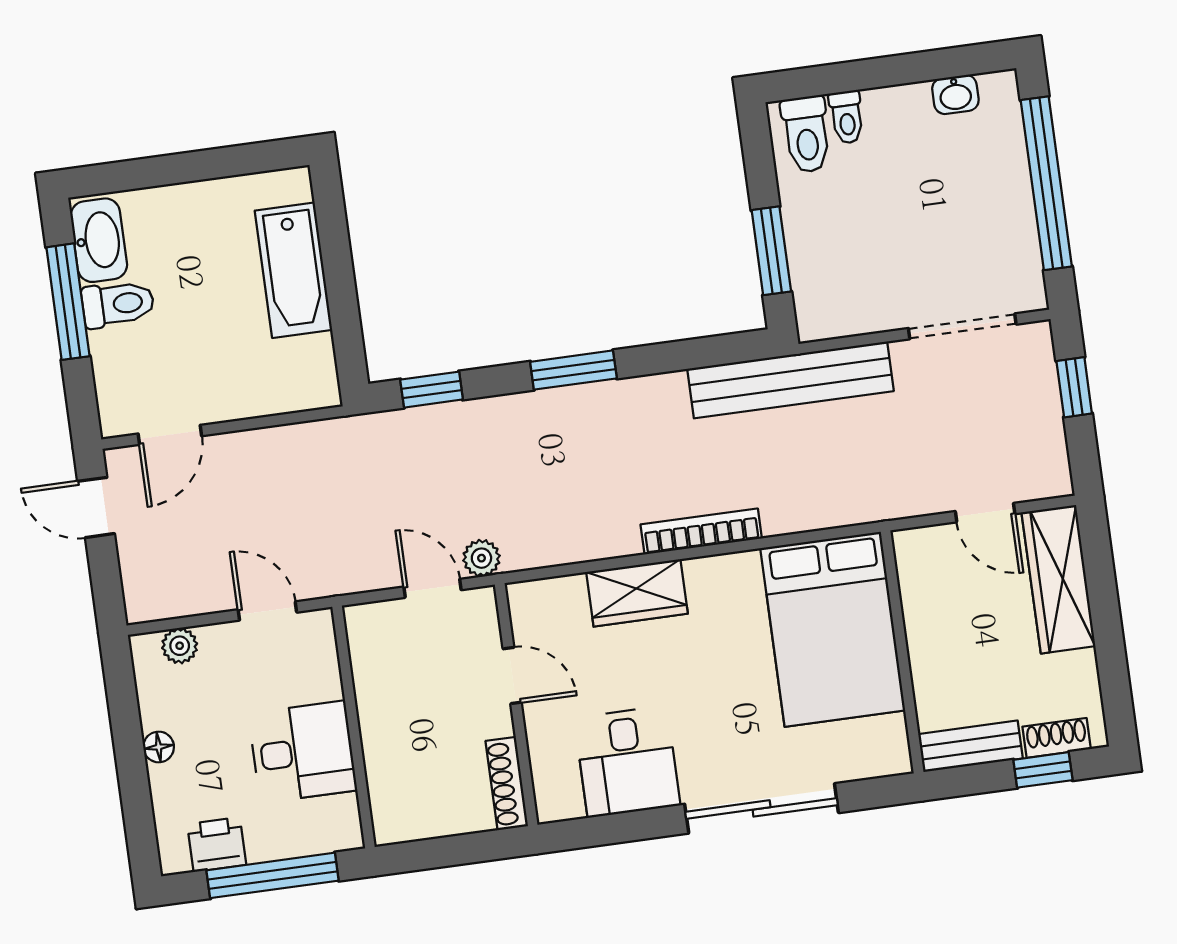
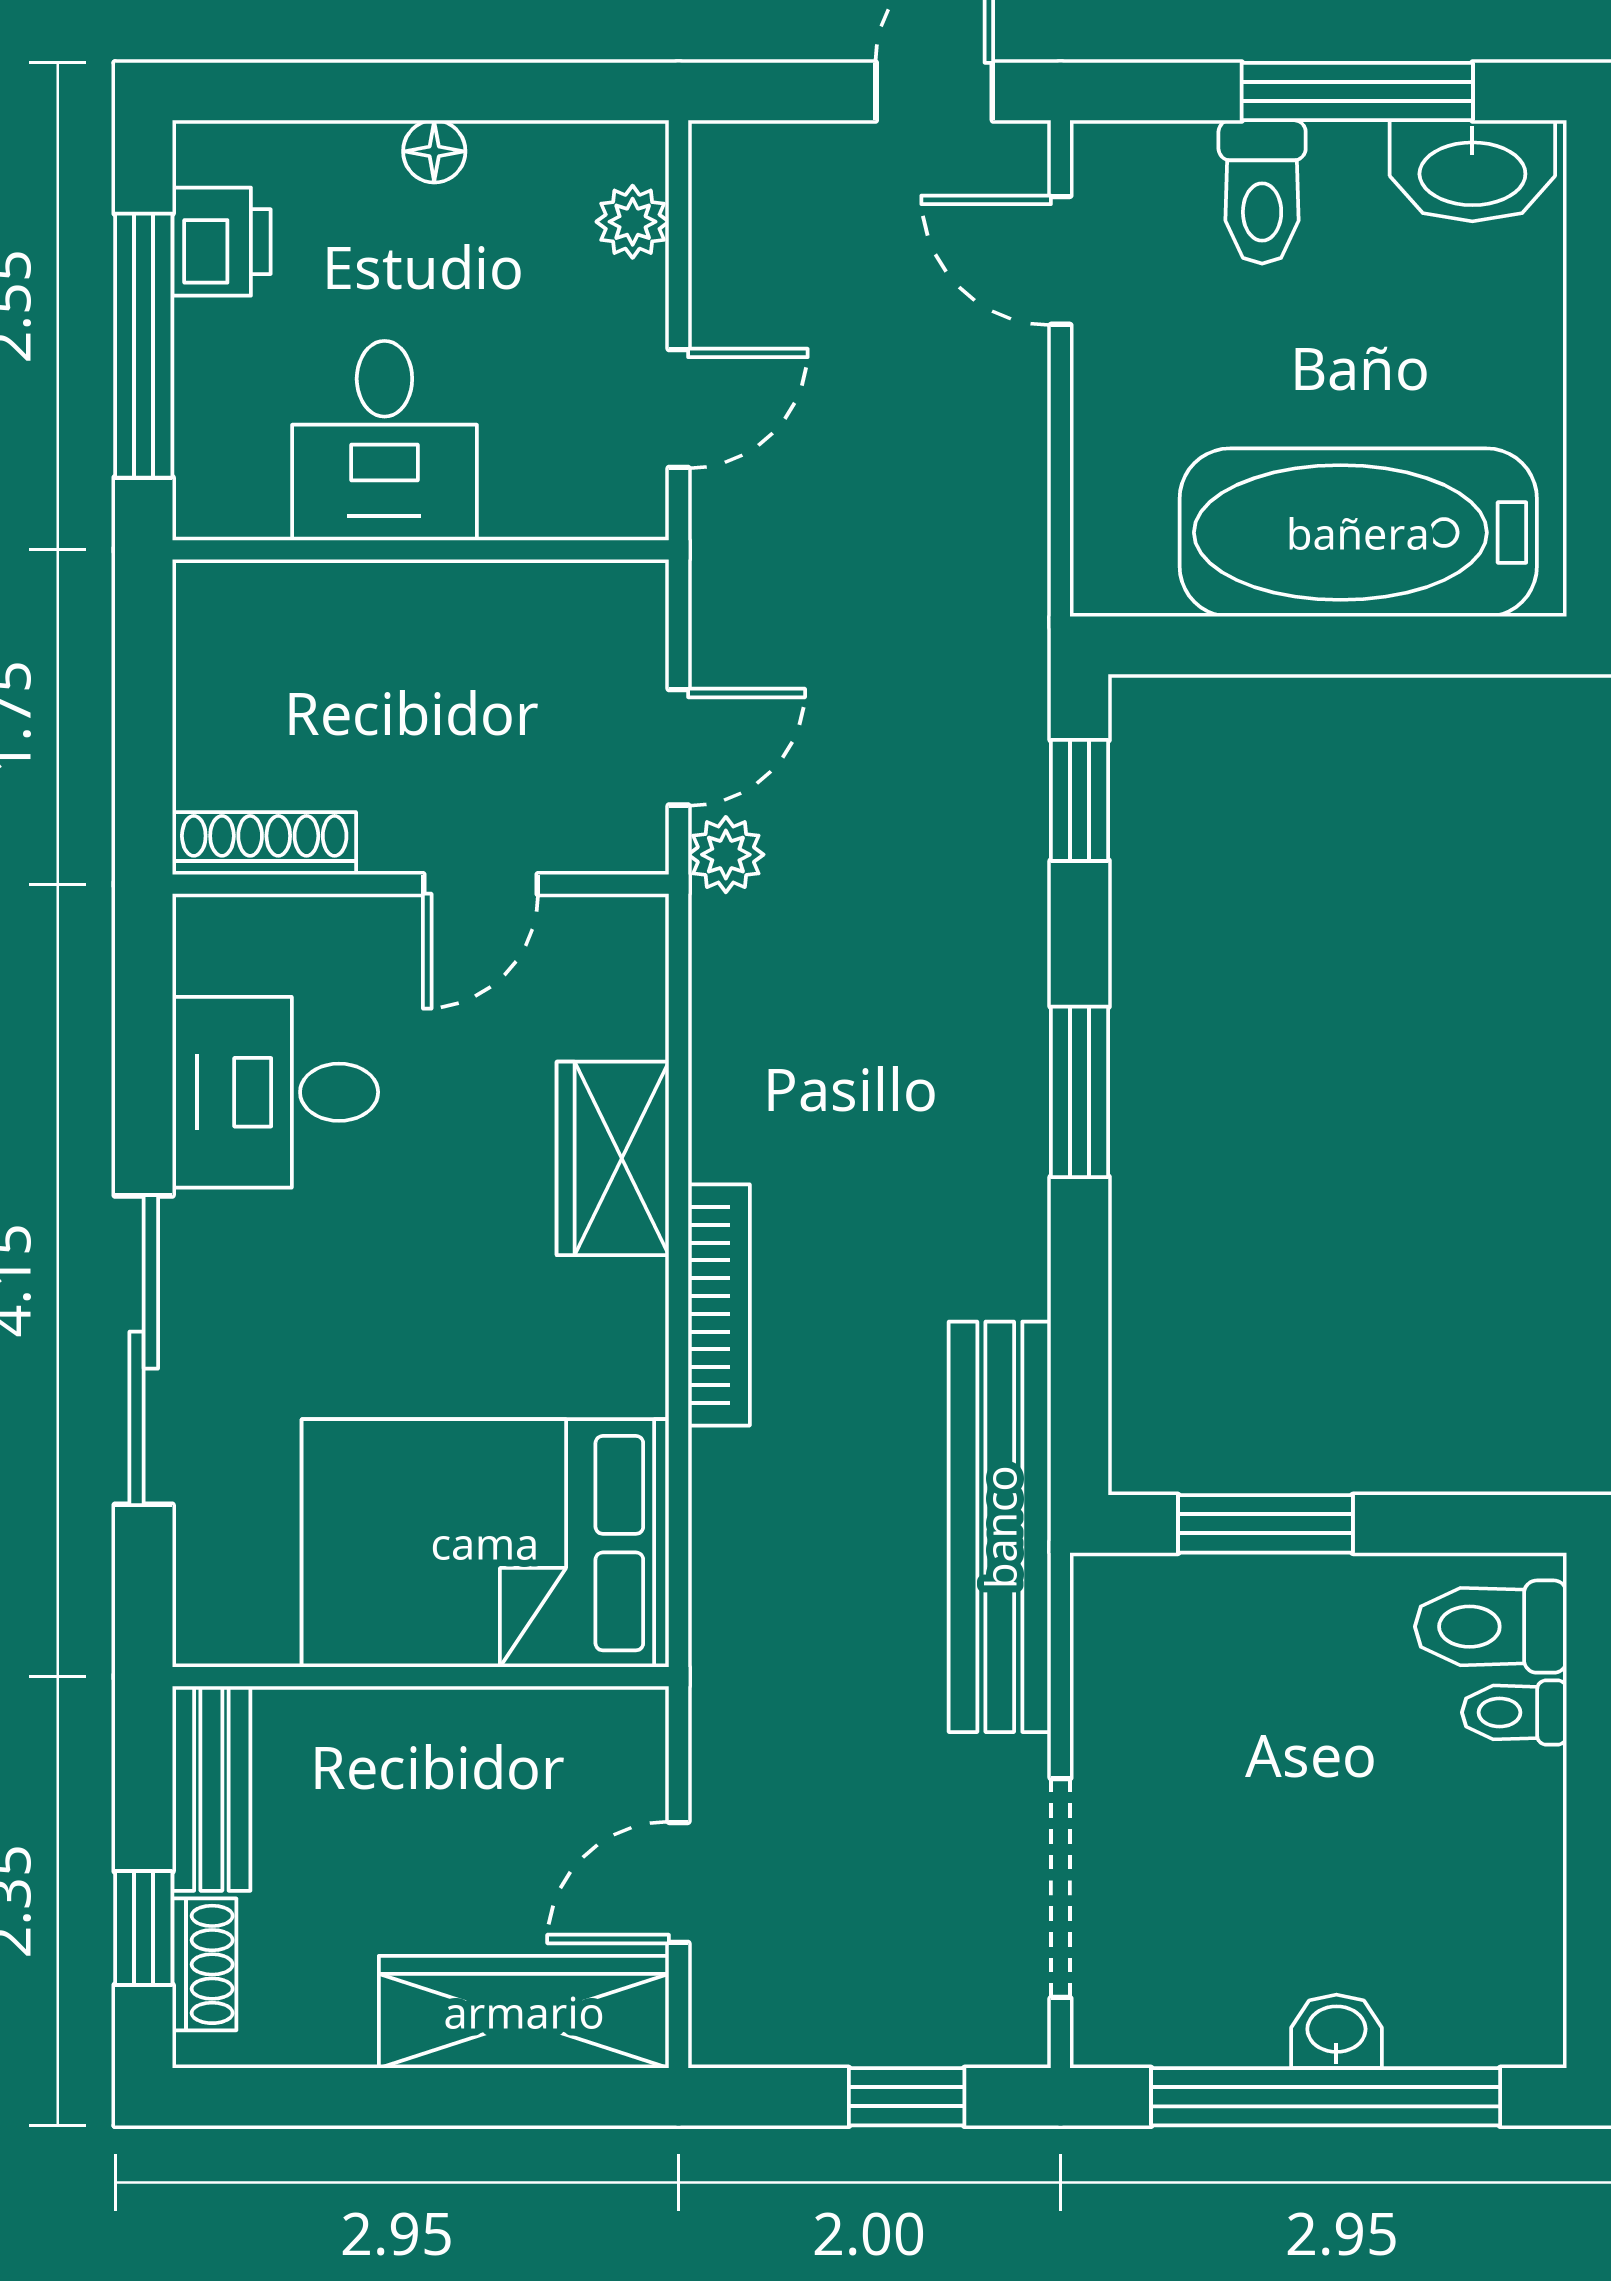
washbasin: (955, 94) -> (1336, 2031), moved, turned 90
bathtub: (293, 270) -> (1358, 533), width x1.36, depth x1.36
toilet: (118, 304) -> (1262, 192), moved

